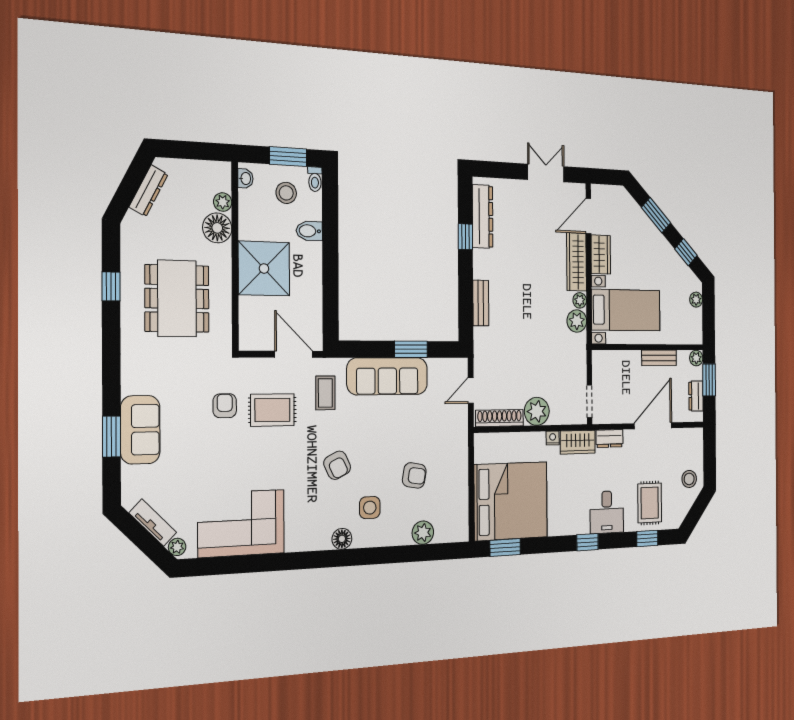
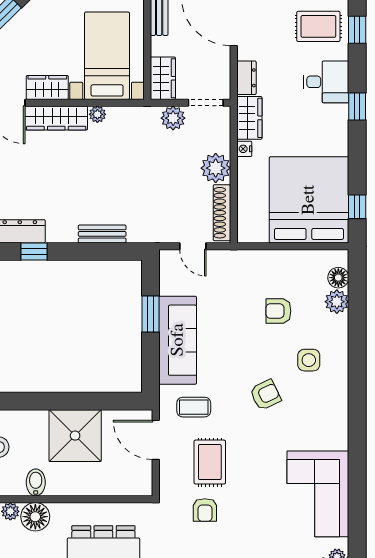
bidet: (309, 231) -> (36, 482), moved, turned 180
shower: (264, 269) -> (75, 436), moved
plant: (577, 321) -> (173, 118), moved
door: (294, 354) -> (156, 440), hinge flipped
wardrobe: (609, 361) -> (163, 78), added
armchair: (225, 406) -> (205, 510), turned -90
armchair: (414, 475) -> (278, 311), turned -100
floor lamp: (342, 539) -> (338, 278), moved
window: (505, 547) -> (357, 207), width x0.67

